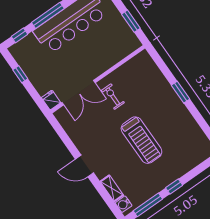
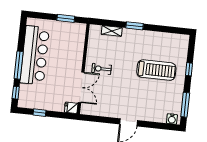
treadmill: (141, 140) -> (156, 70), moved
window: (174, 187) -> (189, 69), moved
shelving: (112, 188) -> (112, 31), moved

